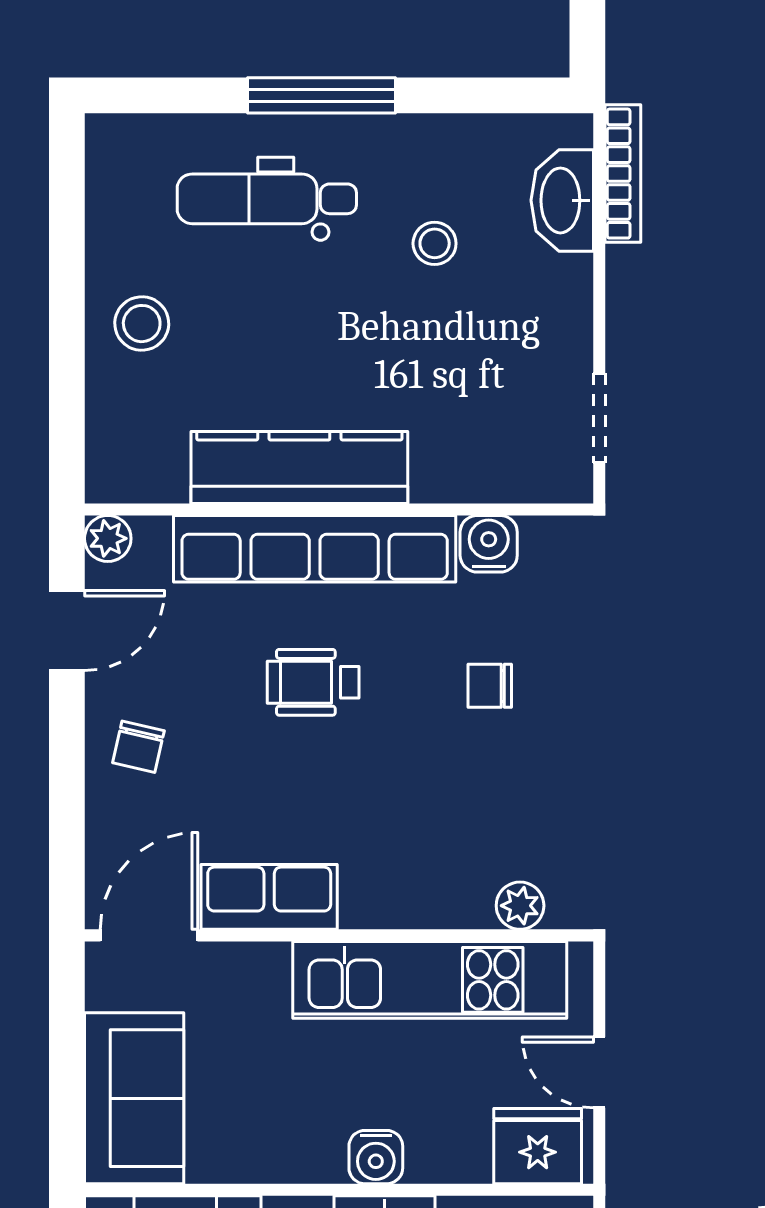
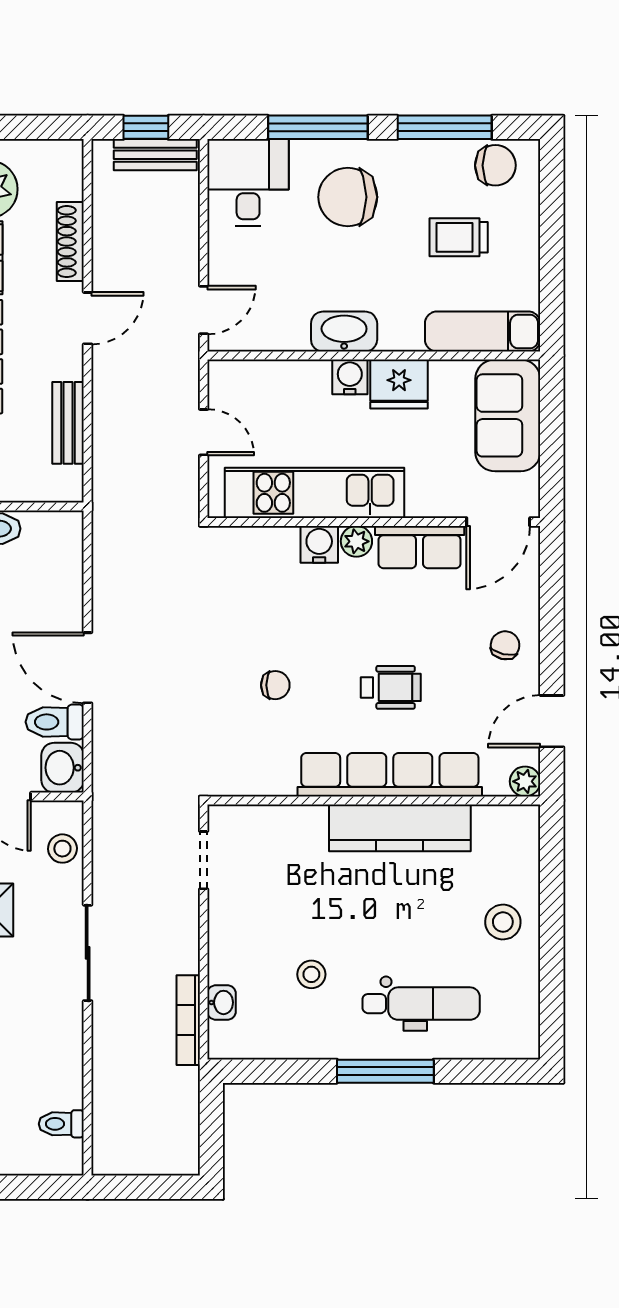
washbasin: (562, 200) -> (222, 1002), width x0.52, depth x0.69
water cooler: (489, 544) -> (319, 544), moved, turned 180
plant: (520, 906) -> (356, 541), moved
fridge: (538, 1146) -> (399, 384), moved

